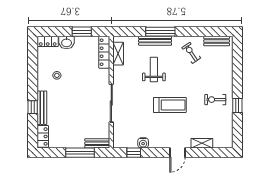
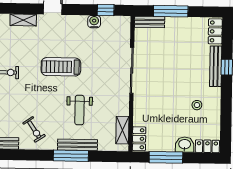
window: (82, 32) -> (166, 157), width x1.44
locker: (104, 52) -> (139, 139), width x0.66

